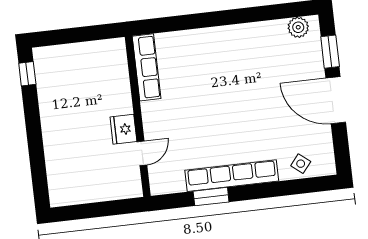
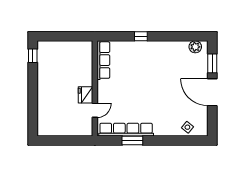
window: (205, 20) -> (141, 36), added
row of seats: (232, 176) -> (126, 130), moved

